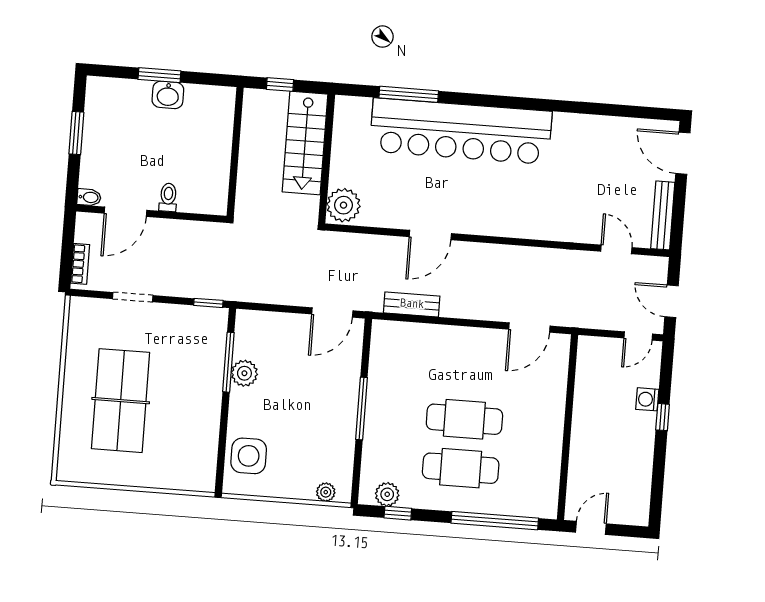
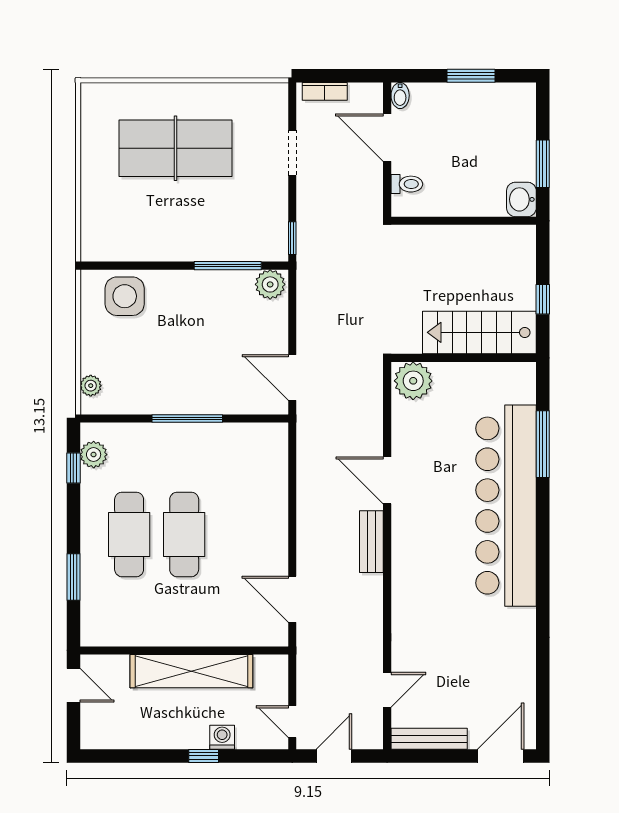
washbasin: (168, 95) -> (521, 199), moved
wall: (235, 152) -> (464, 221), moved
bench: (412, 304) -> (371, 542), moved
plant: (244, 373) -> (270, 284), moved
shelving: (586, 422) -> (191, 671), added
window: (495, 521) -> (73, 577), width x0.47

